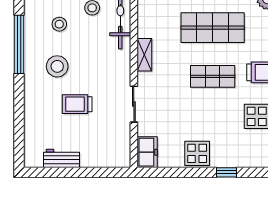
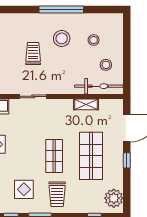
window: (19, 44) -> (61, 10), moved
shelving: (144, 55) -> (86, 104), moved

